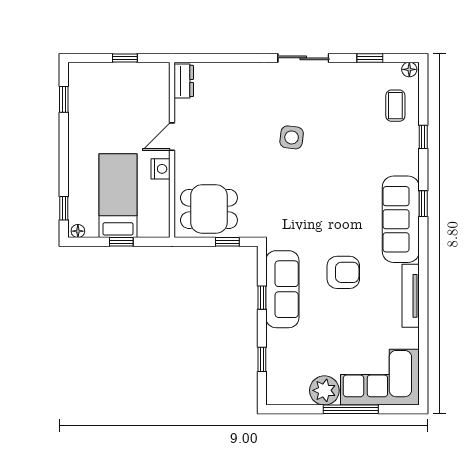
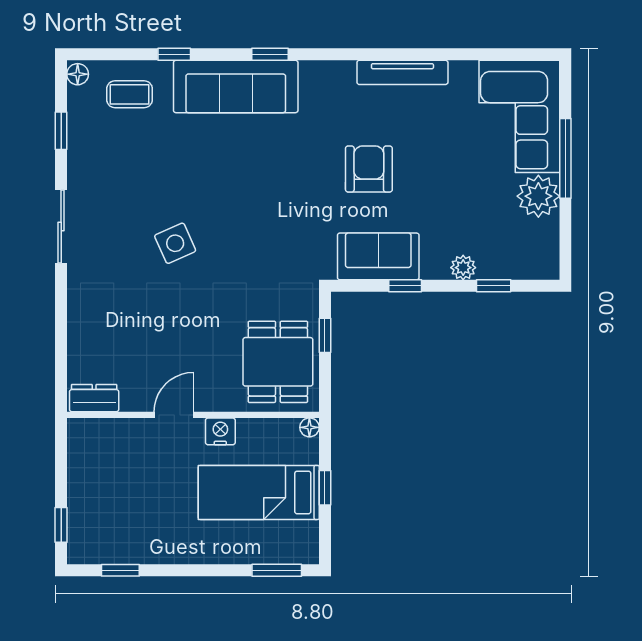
window: (125, 58) -> (61, 525), moved
door: (172, 137) -> (174, 415), swing flipped
side table: (292, 137) -> (175, 243), turned -31
window: (64, 208) -> (277, 570), width x1.50
sofa: (401, 219) -> (236, 86), moved
floor lamp: (78, 231) -> (309, 427), moved
sofa: (282, 289) -> (378, 256), width x0.73
plant: (275, 338) -> (463, 268), added

